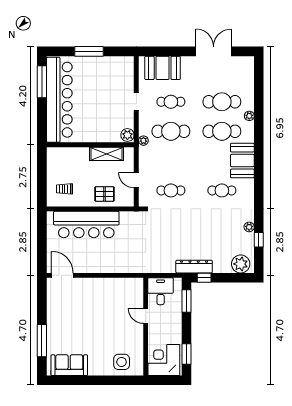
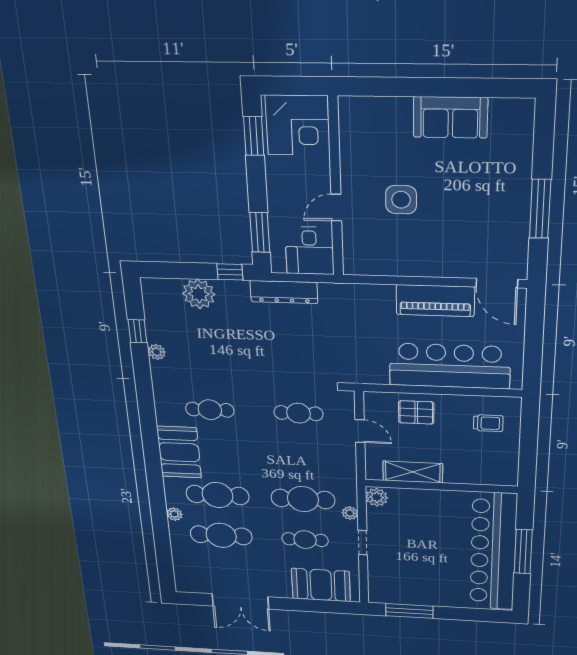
window: (89, 51) -> (409, 611), moved
window: (42, 82) -> (523, 552), moved
plant: (143, 141) -> (350, 513), moved
piano: (94, 264) -> (435, 301), added
plant: (241, 264) -> (199, 294), moved
dresser: (194, 267) -> (284, 292), moved
door: (146, 316) -> (336, 208), swing flipped
window: (42, 341) -> (540, 209), moved
side table: (122, 362) -> (401, 200), moved
sofa: (69, 365) -> (450, 117), moved

